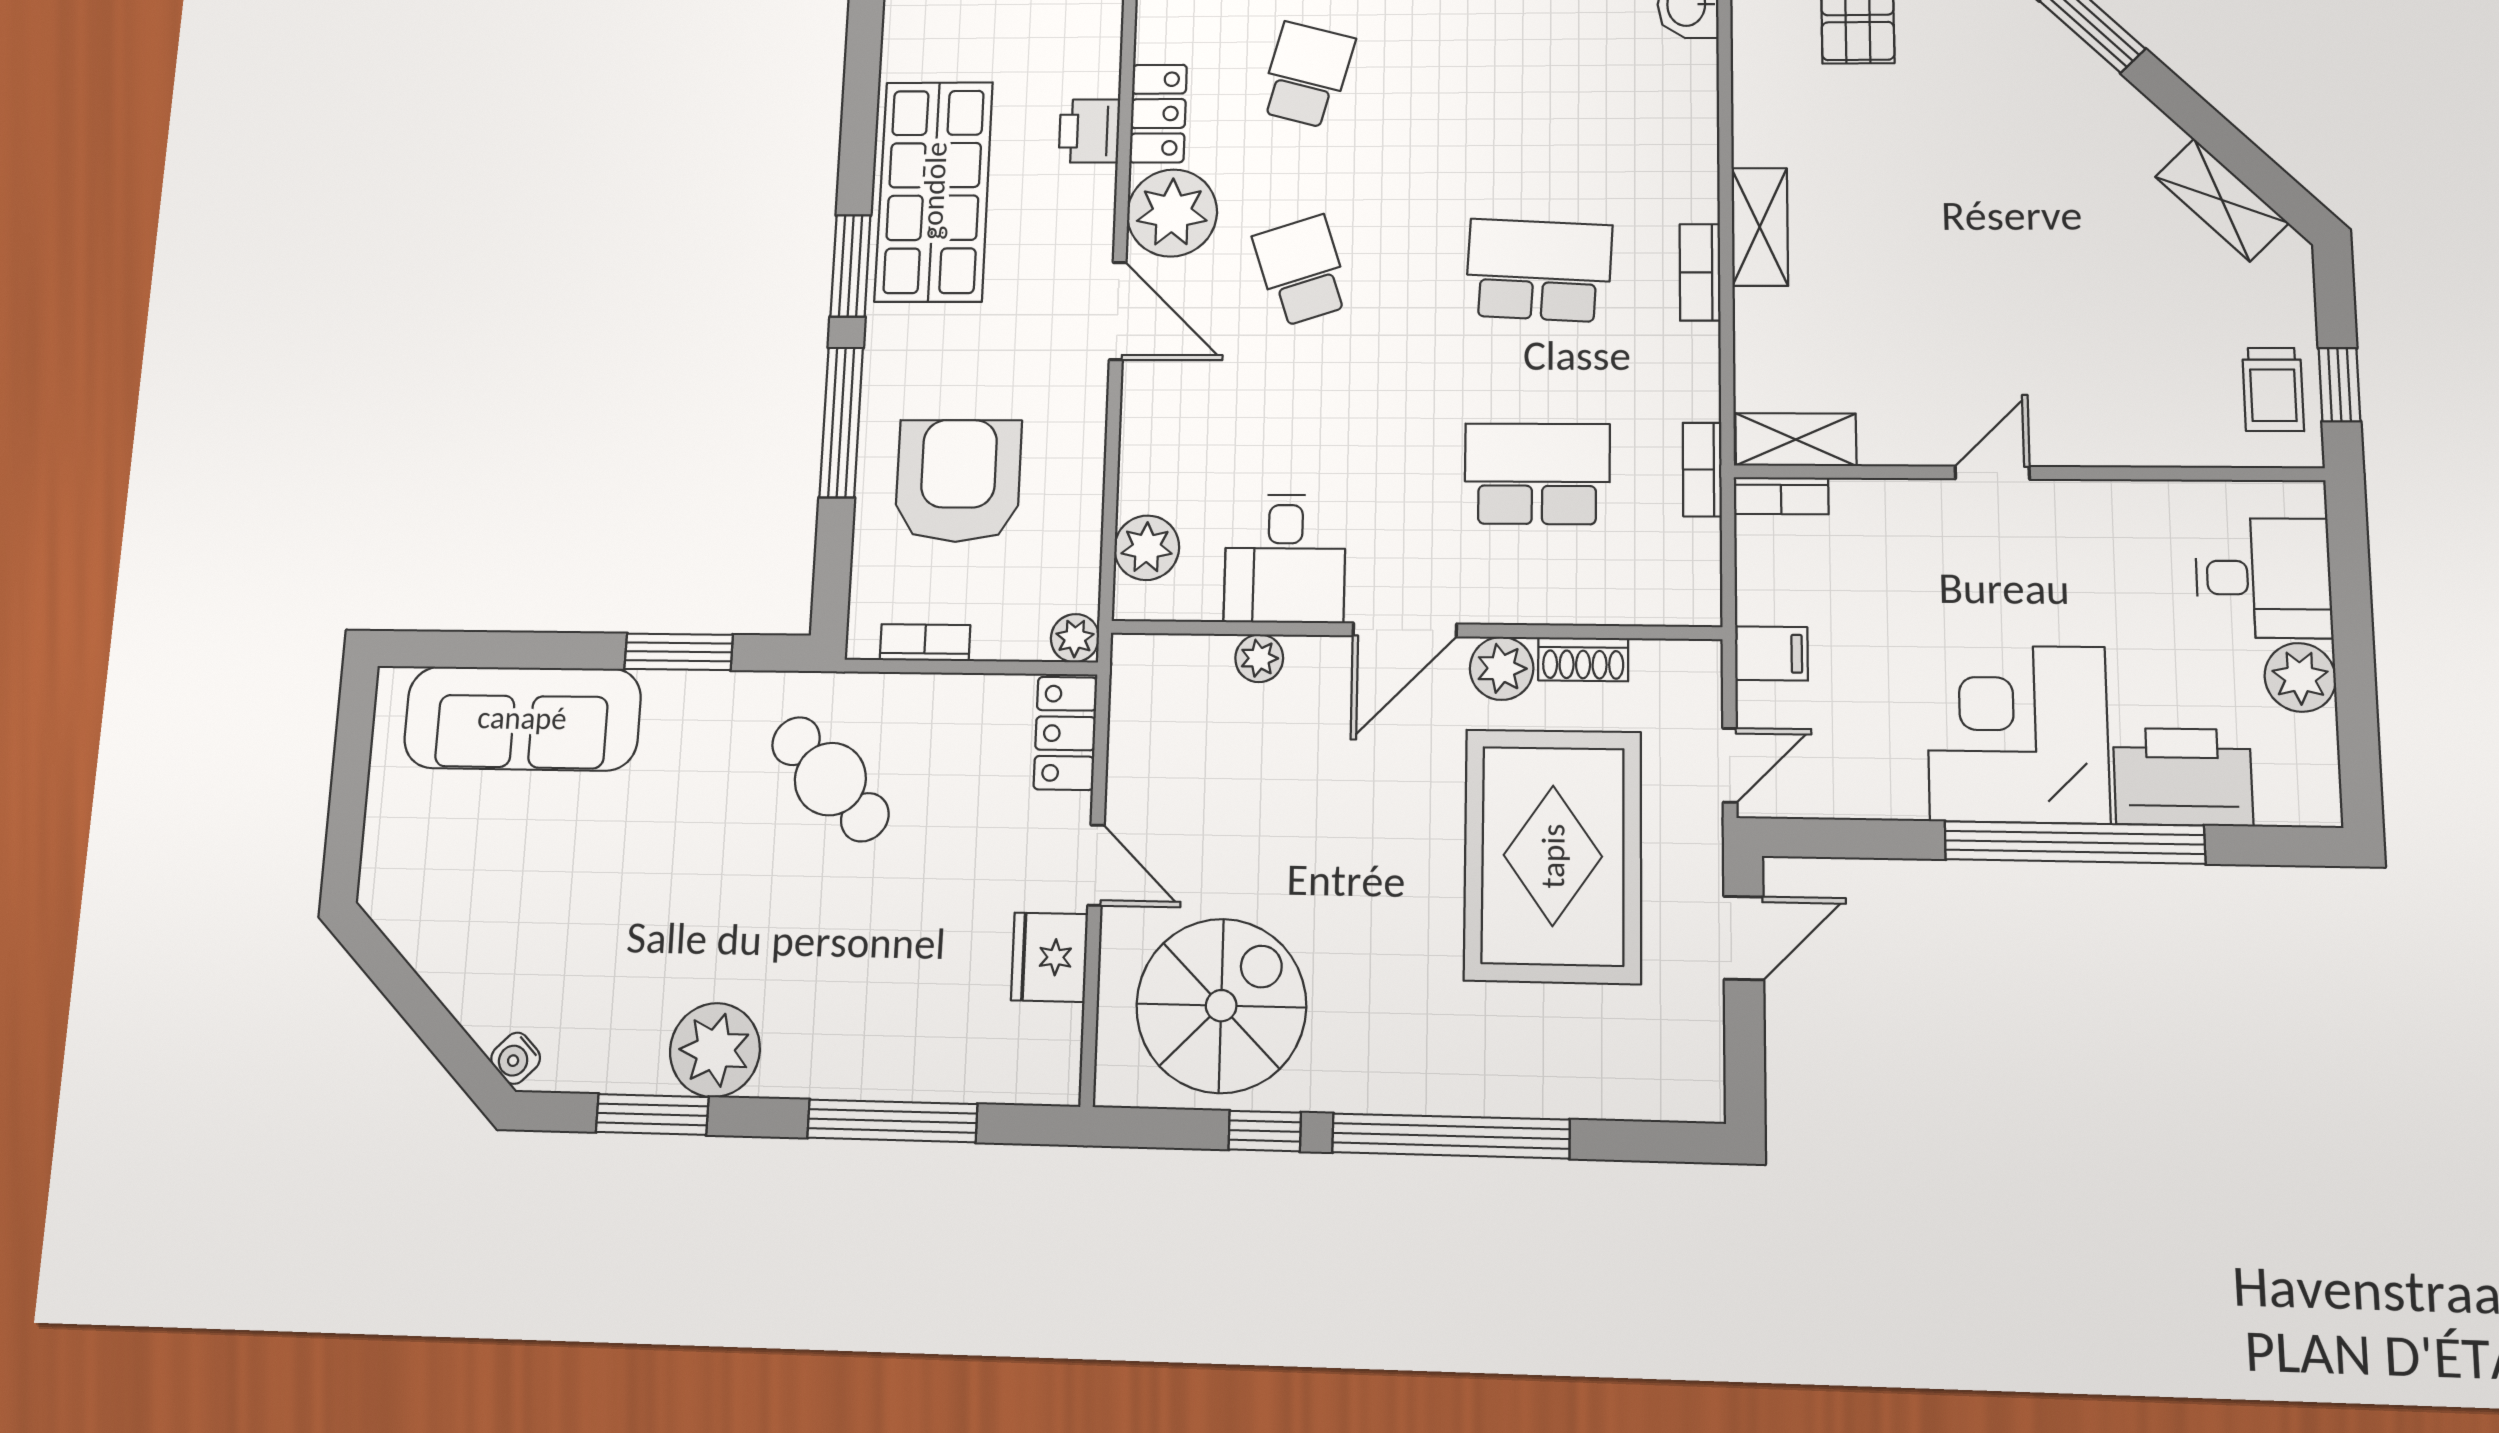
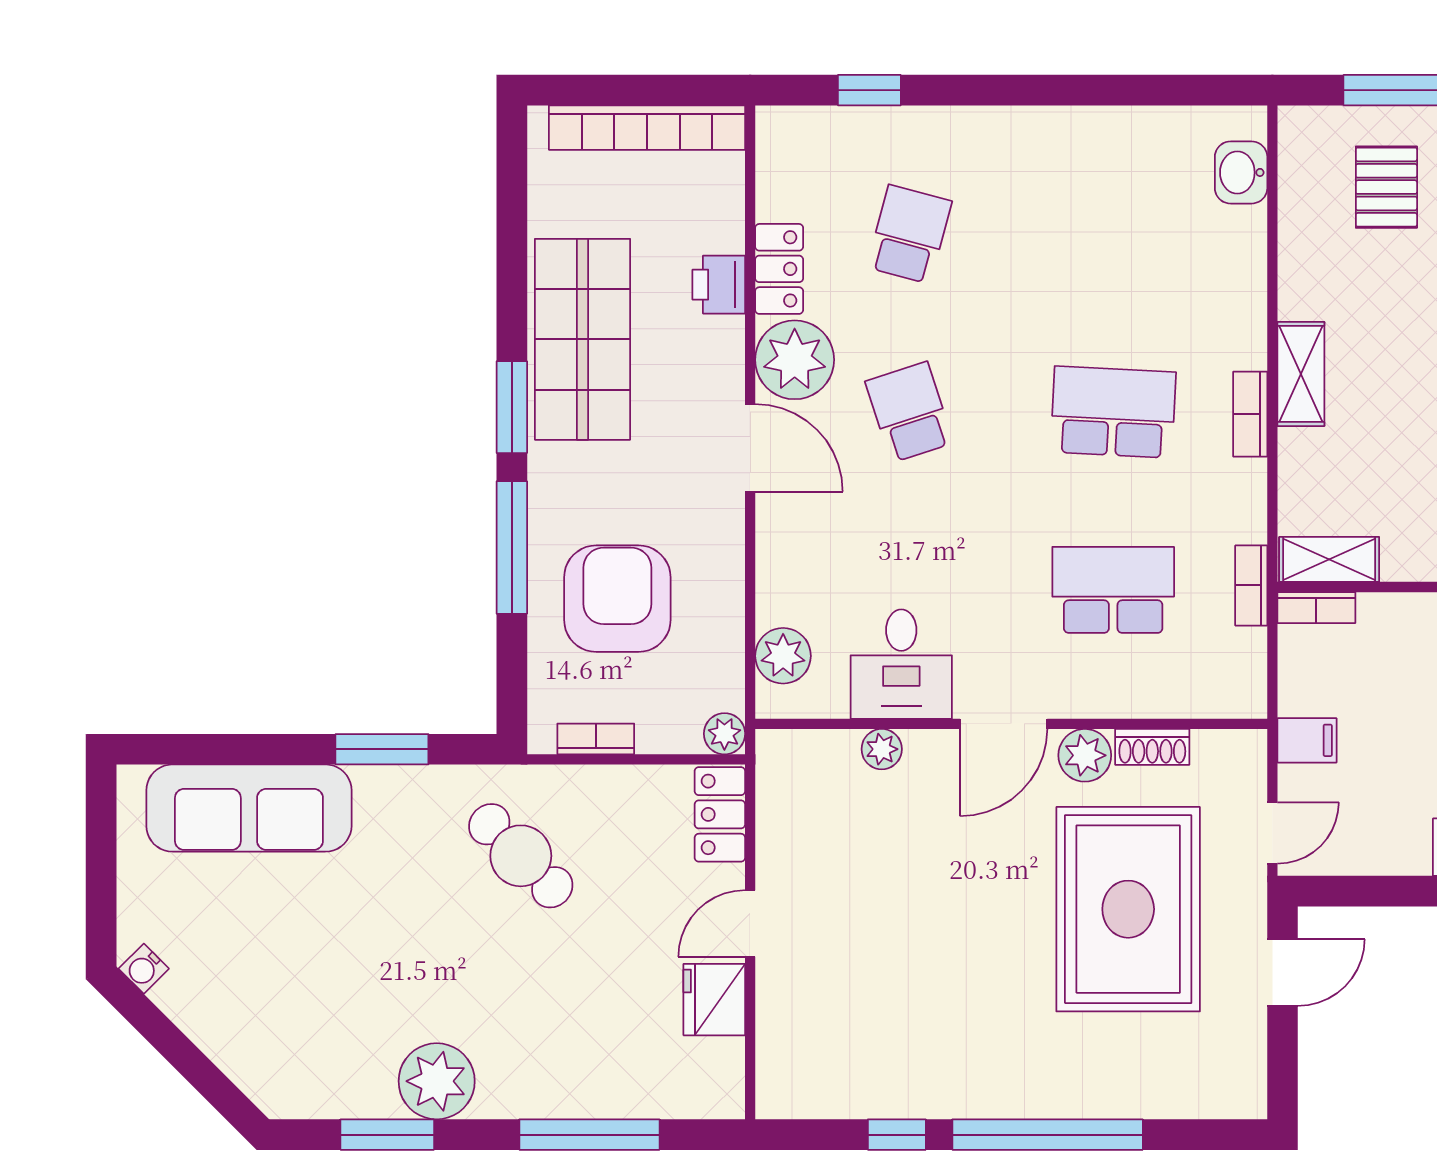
door: (1096, 865) -> (750, 924), swing flipped
spiral stairs: (1221, 1006) -> (858, 1036), removed
water cooler: (516, 1058) -> (144, 969), moved

